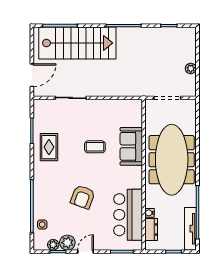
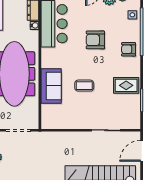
rug: (49, 147) -> (126, 85), turned 90
armchair: (46, 187) -> (129, 49), added
armchair: (83, 197) -> (95, 40), turned -110

